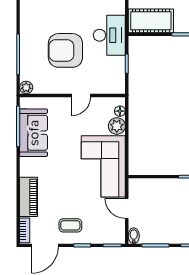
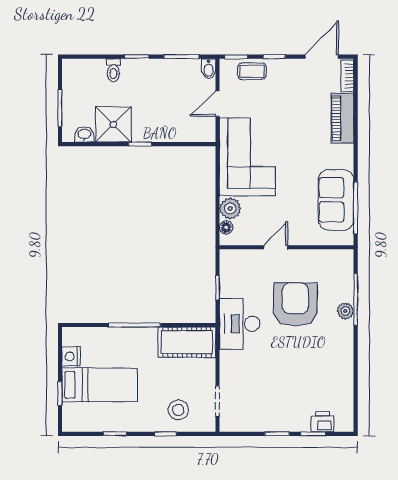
armchair: (65, 50) -> (295, 304), turned -90
plant: (26, 87) -> (345, 311), moved
door: (127, 208) -> (218, 104), swing flipped
coffee table: (70, 225) -> (252, 71), moved

